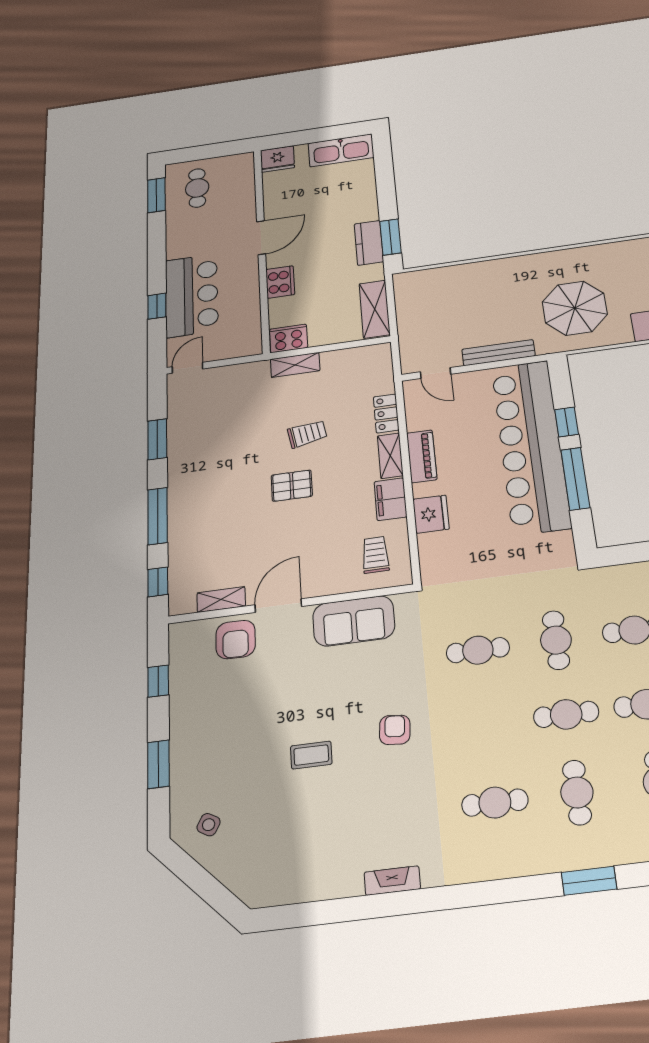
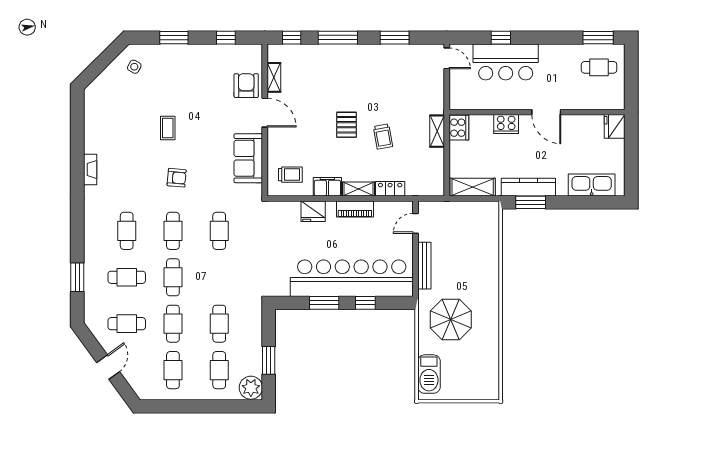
kitchen sink: (341, 150) -> (592, 185), moved, turned 90
kitchen counter: (369, 243) -> (528, 187), width x1.50
window: (575, 479) -> (324, 303), width x0.69
armchair: (236, 639) -> (246, 86), turned 89
cafe table: (556, 640) -> (173, 231), moved, turned 90

